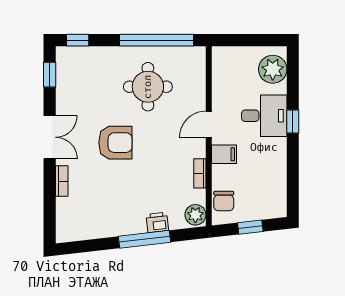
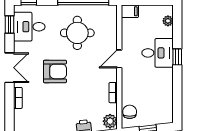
plant: (273, 69) -> (168, 21), width x0.53, depth x0.53
desk: (78, 78) -> (29, 27), added
filing cabinet: (224, 154) -> (130, 11), moved
chair: (224, 201) -> (130, 112), turned 180

